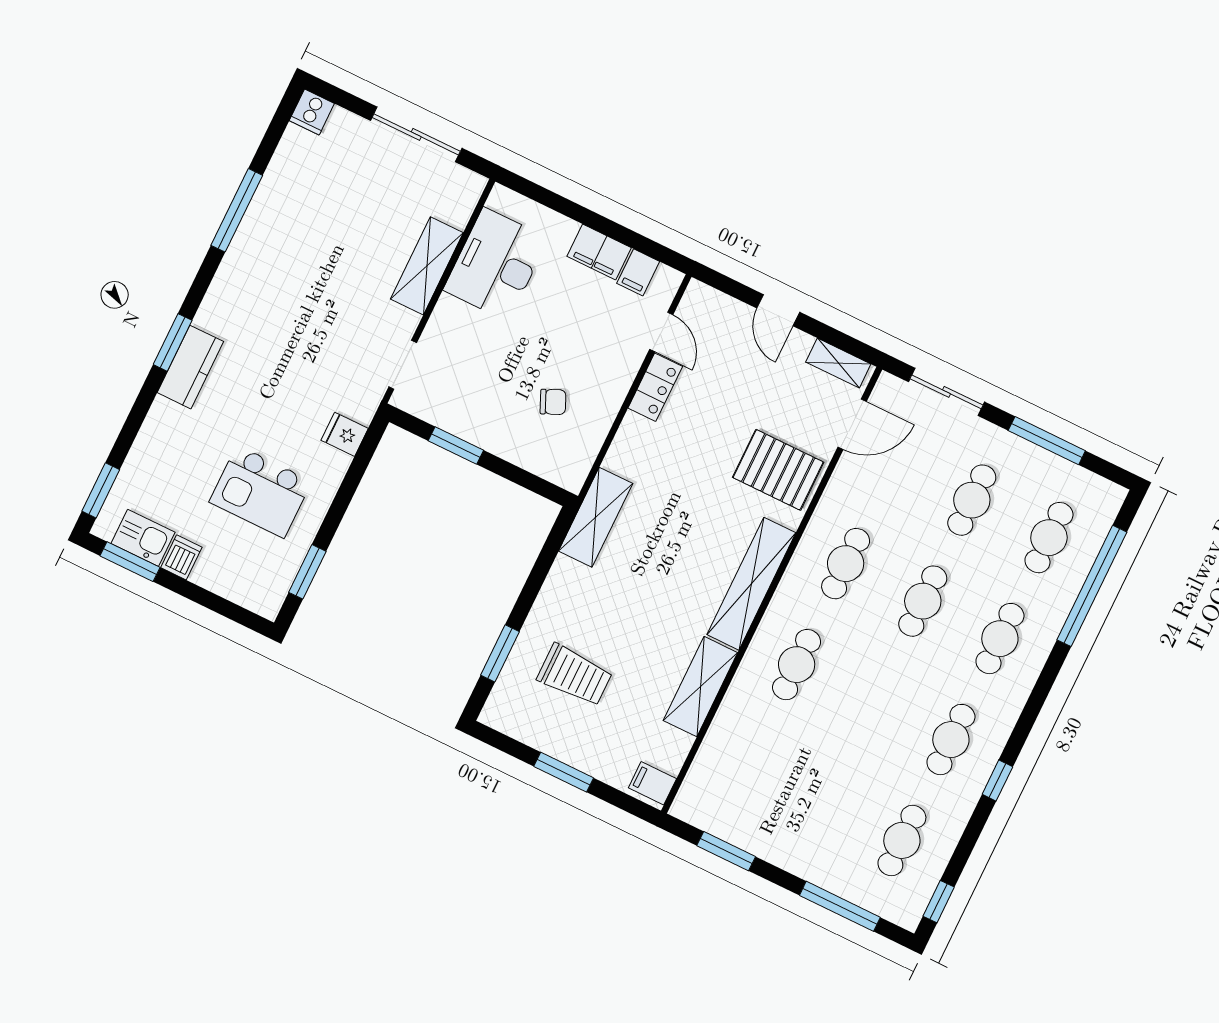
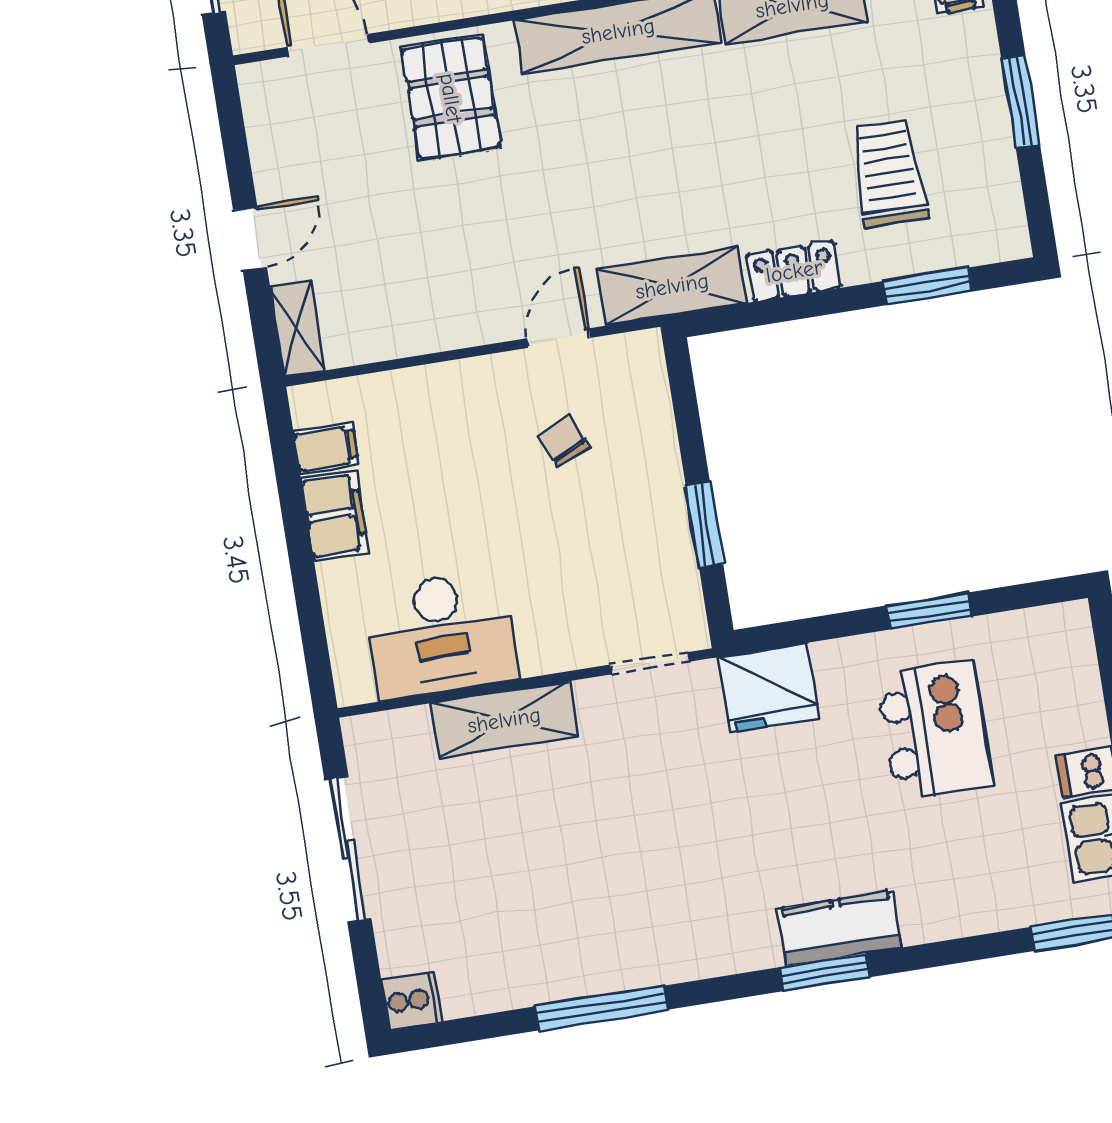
door: (661, 332) -> (558, 338), moved
shelving: (838, 363) -> (298, 329), moved
locker: (655, 387) -> (794, 271), moved
fridge: (345, 434) -> (769, 688), width x1.88, depth x1.34
window: (307, 572) -> (929, 611), moved

